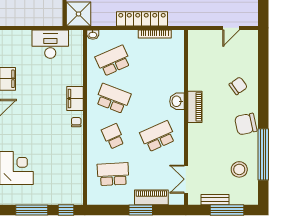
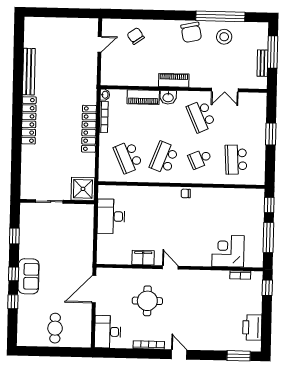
door: (231, 28) -> (100, 44), hinge flipped
washbasin: (93, 35) -> (105, 95), moved
chair: (238, 86) -> (136, 36), moved
filing cabinet: (75, 99) -> (163, 194), removed
stool: (239, 169) -> (224, 37), moved
double door: (186, 179) -> (225, 90), moved
piano: (151, 197) -> (143, 97), moved, turned -90

